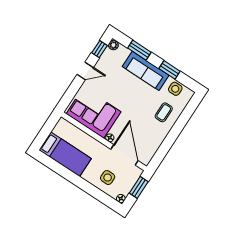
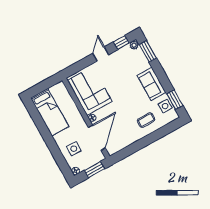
window: (139, 50) -> (148, 51), moved
window: (170, 70) -> (175, 100), moved
door: (85, 71) -> (101, 54), swing flipped
sofa: (146, 71) -> (152, 84), width x0.73

